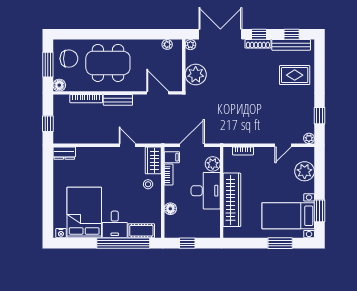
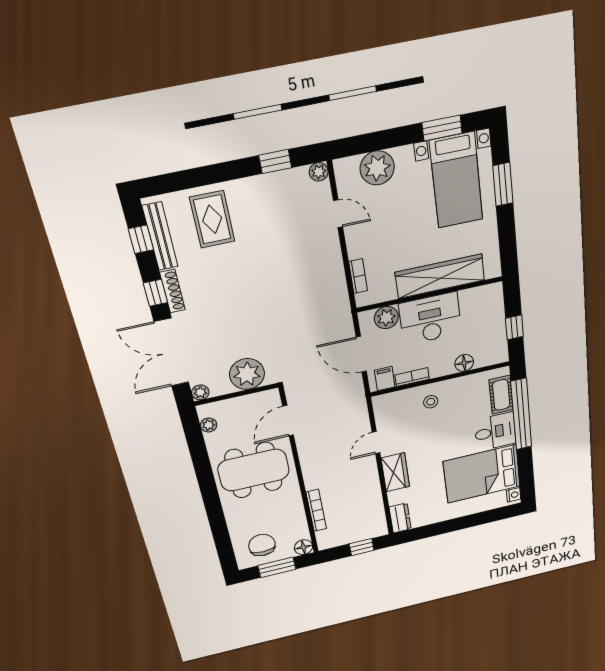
dining table: (108, 63) -> (254, 470), moved, turned 90
bench: (118, 100) -> (310, 470), removed
wardrobe: (153, 160) -> (395, 472), moved, turned -90

